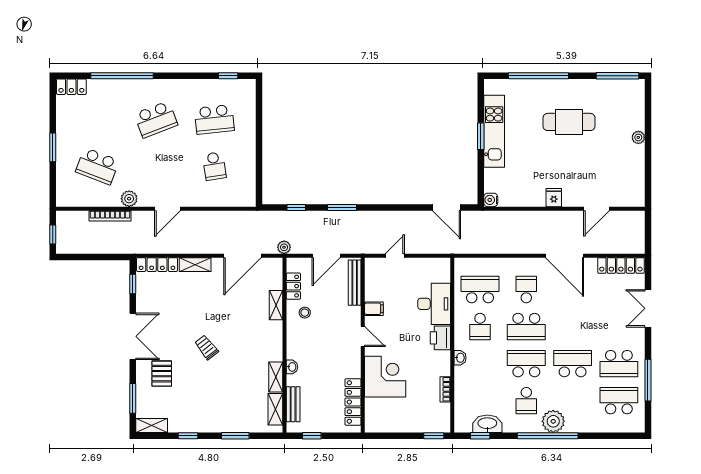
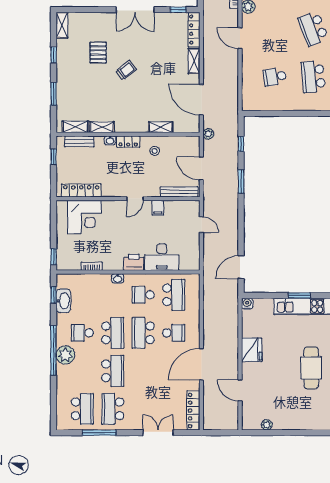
plant: (638, 137) -> (267, 425), moved
fridge: (554, 198) -> (252, 350), width x1.88, depth x1.34
locker: (293, 286) -> (128, 142), moved
pallet: (162, 374) -> (98, 53), moved, turned 90
corner desk: (385, 377) -> (84, 217), moved
window: (133, 398) -> (84, 10), removed

